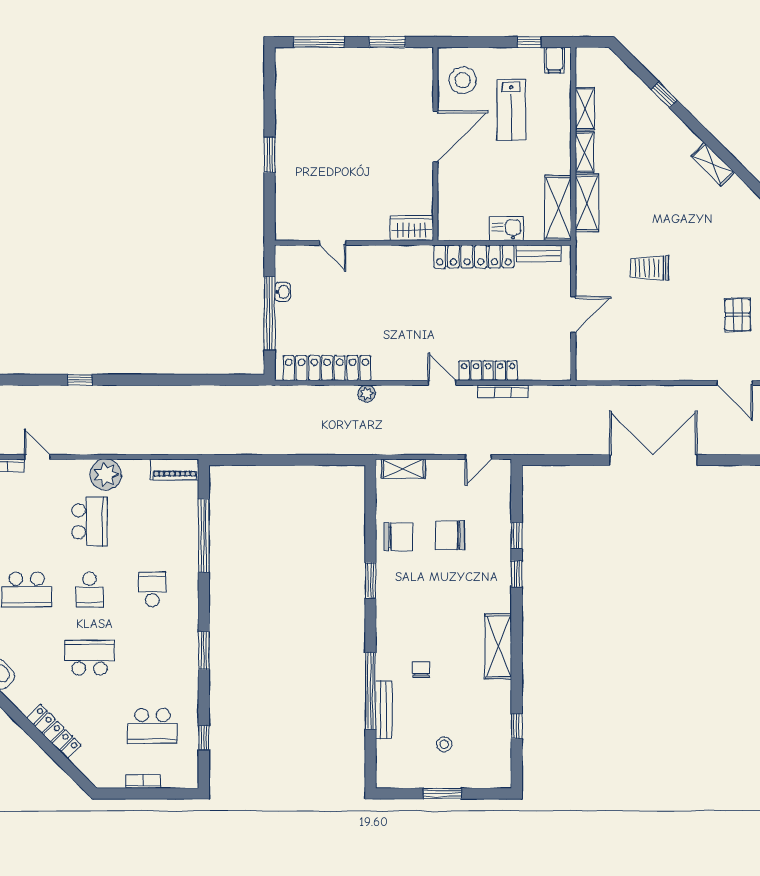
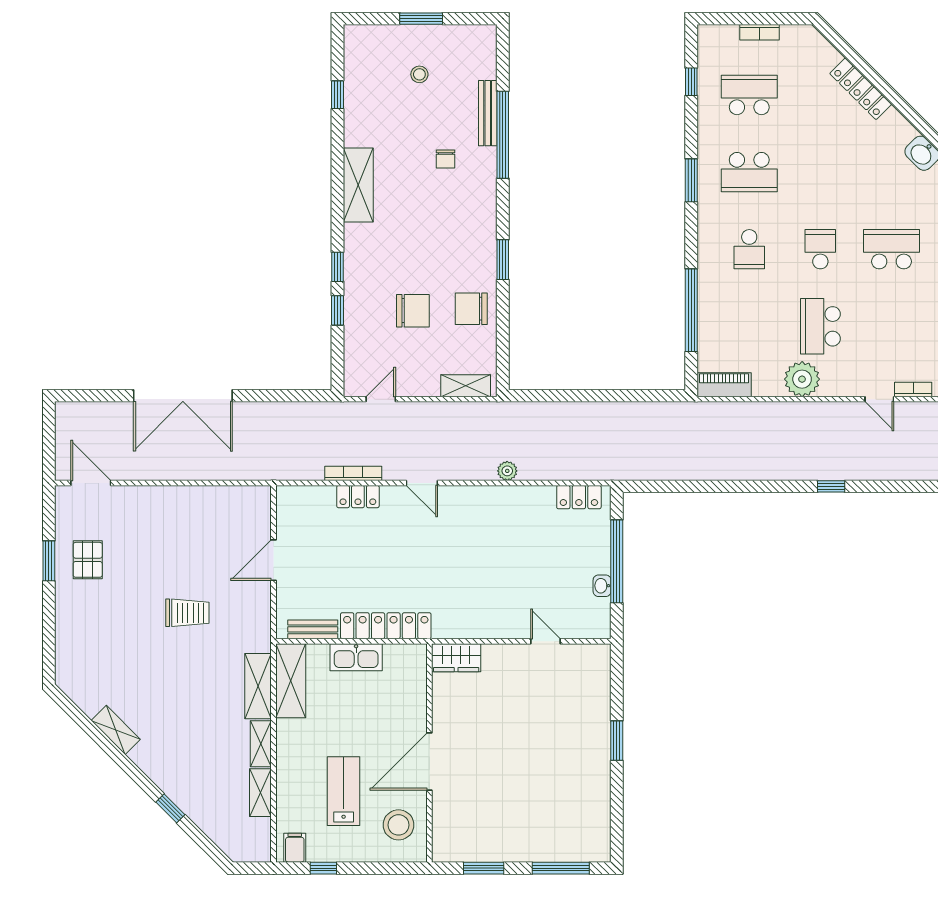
kitchen sink: (506, 229) -> (356, 657), width x1.38
locker: (327, 368) -> (579, 497), width x0.46, depth x0.83
locker: (488, 371) -> (358, 497), width x0.66
school desk: (89, 658) -> (749, 172), moved

